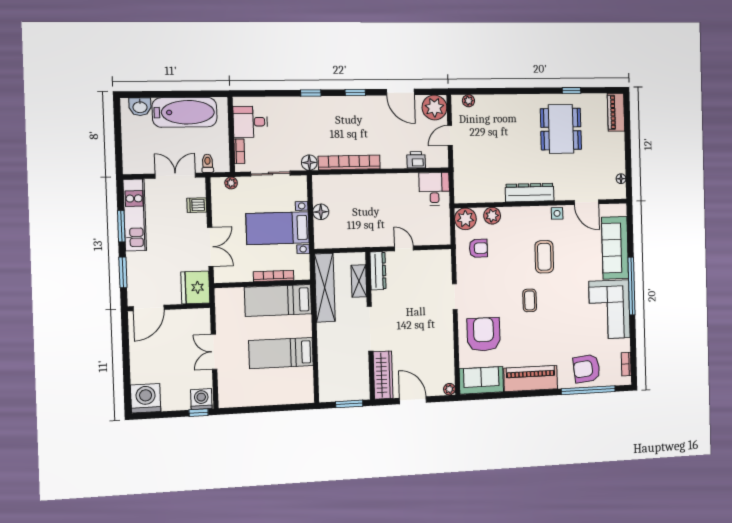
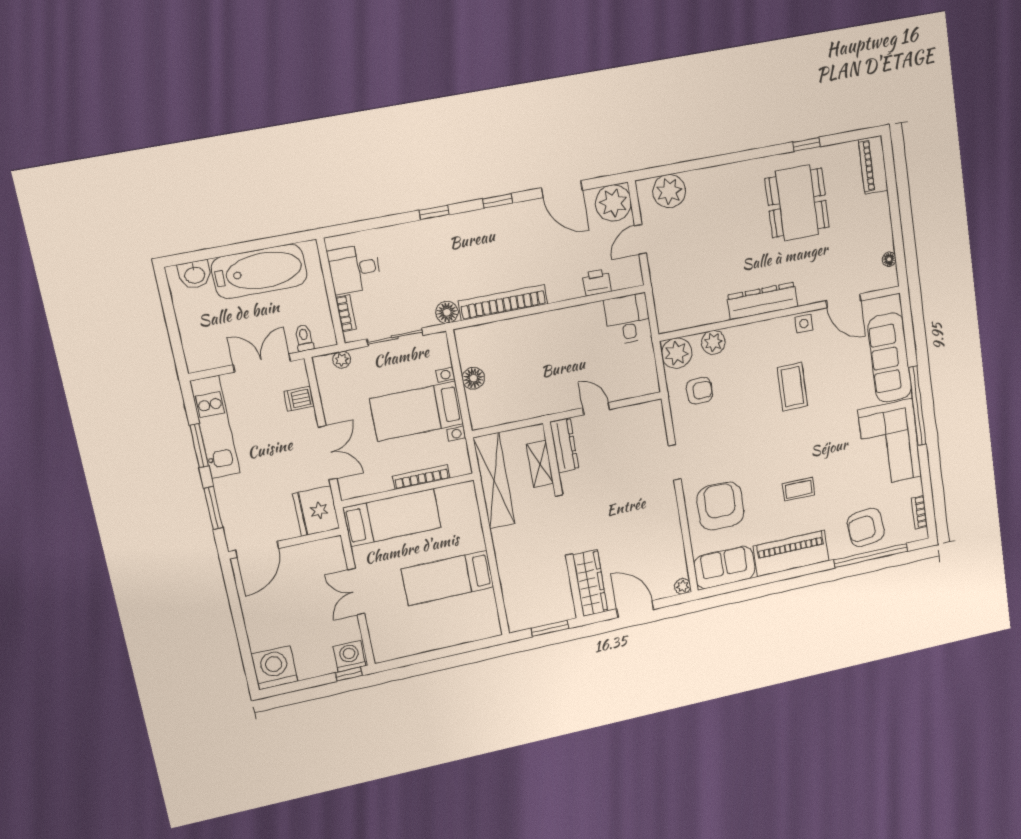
plant: (468, 101) -> (669, 191), width x1.87, depth x1.87
bed: (278, 300) -> (392, 518), moved, turned 180
coffee table: (530, 300) -> (799, 489), moved, turned 90

